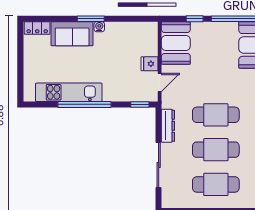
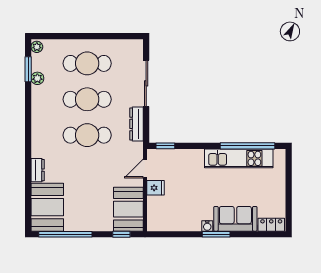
window: (195, 19) -> (121, 234), moved
window: (84, 104) -> (247, 146), moved

